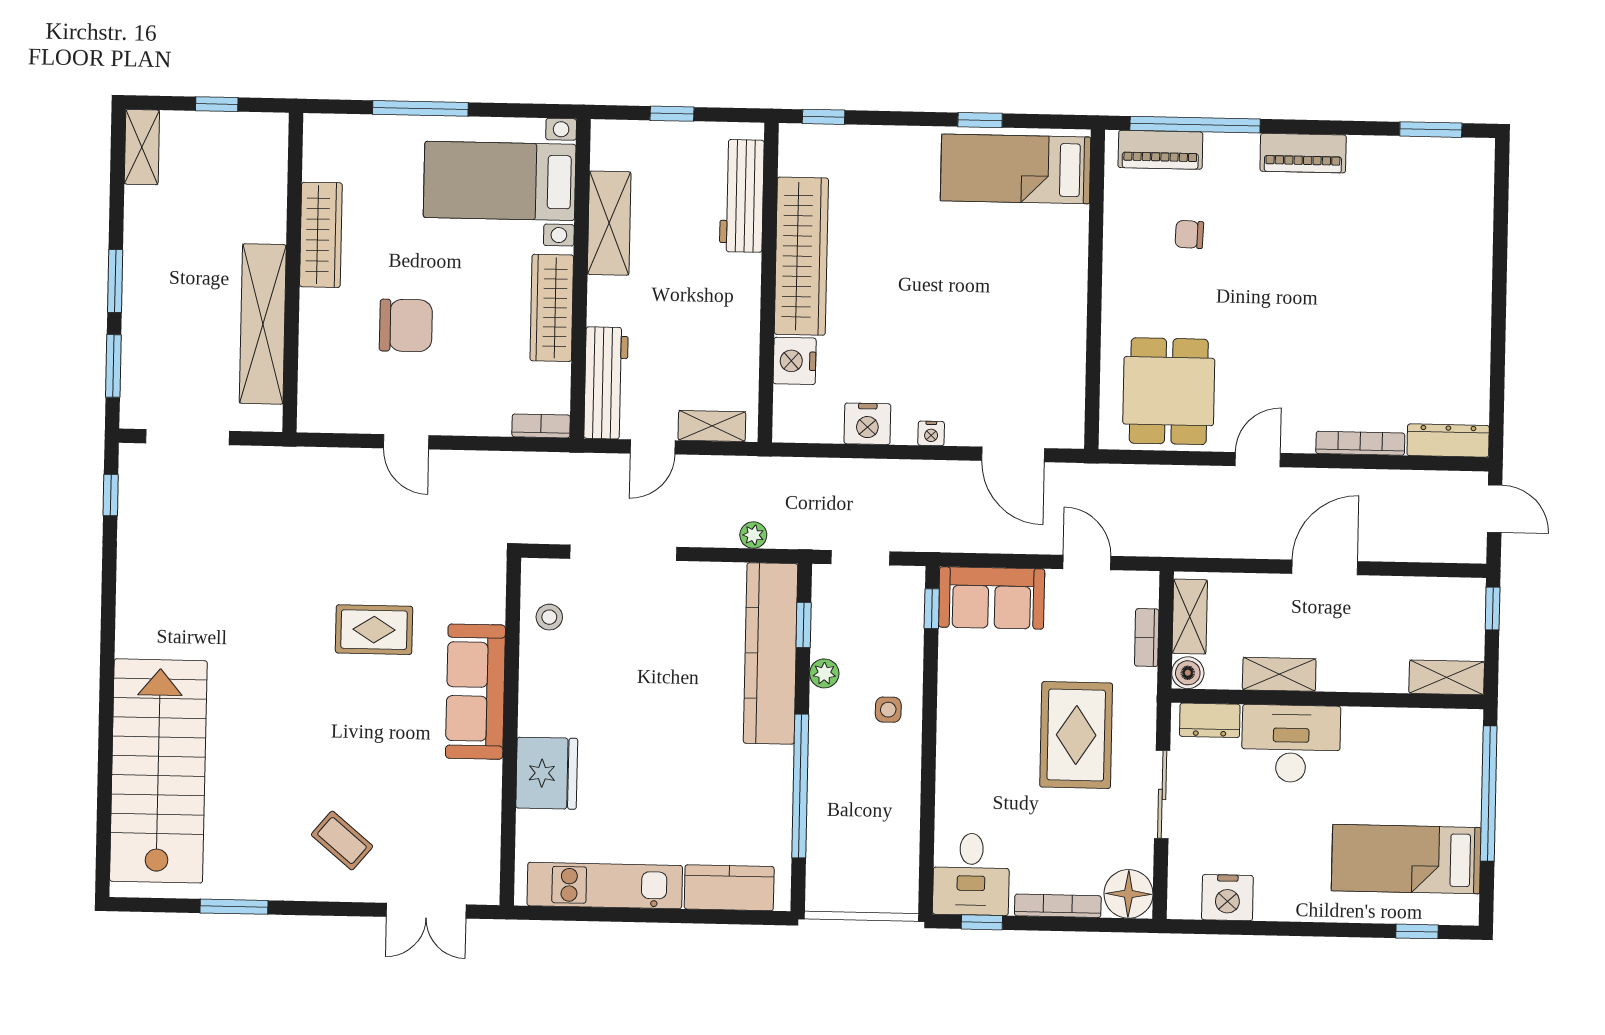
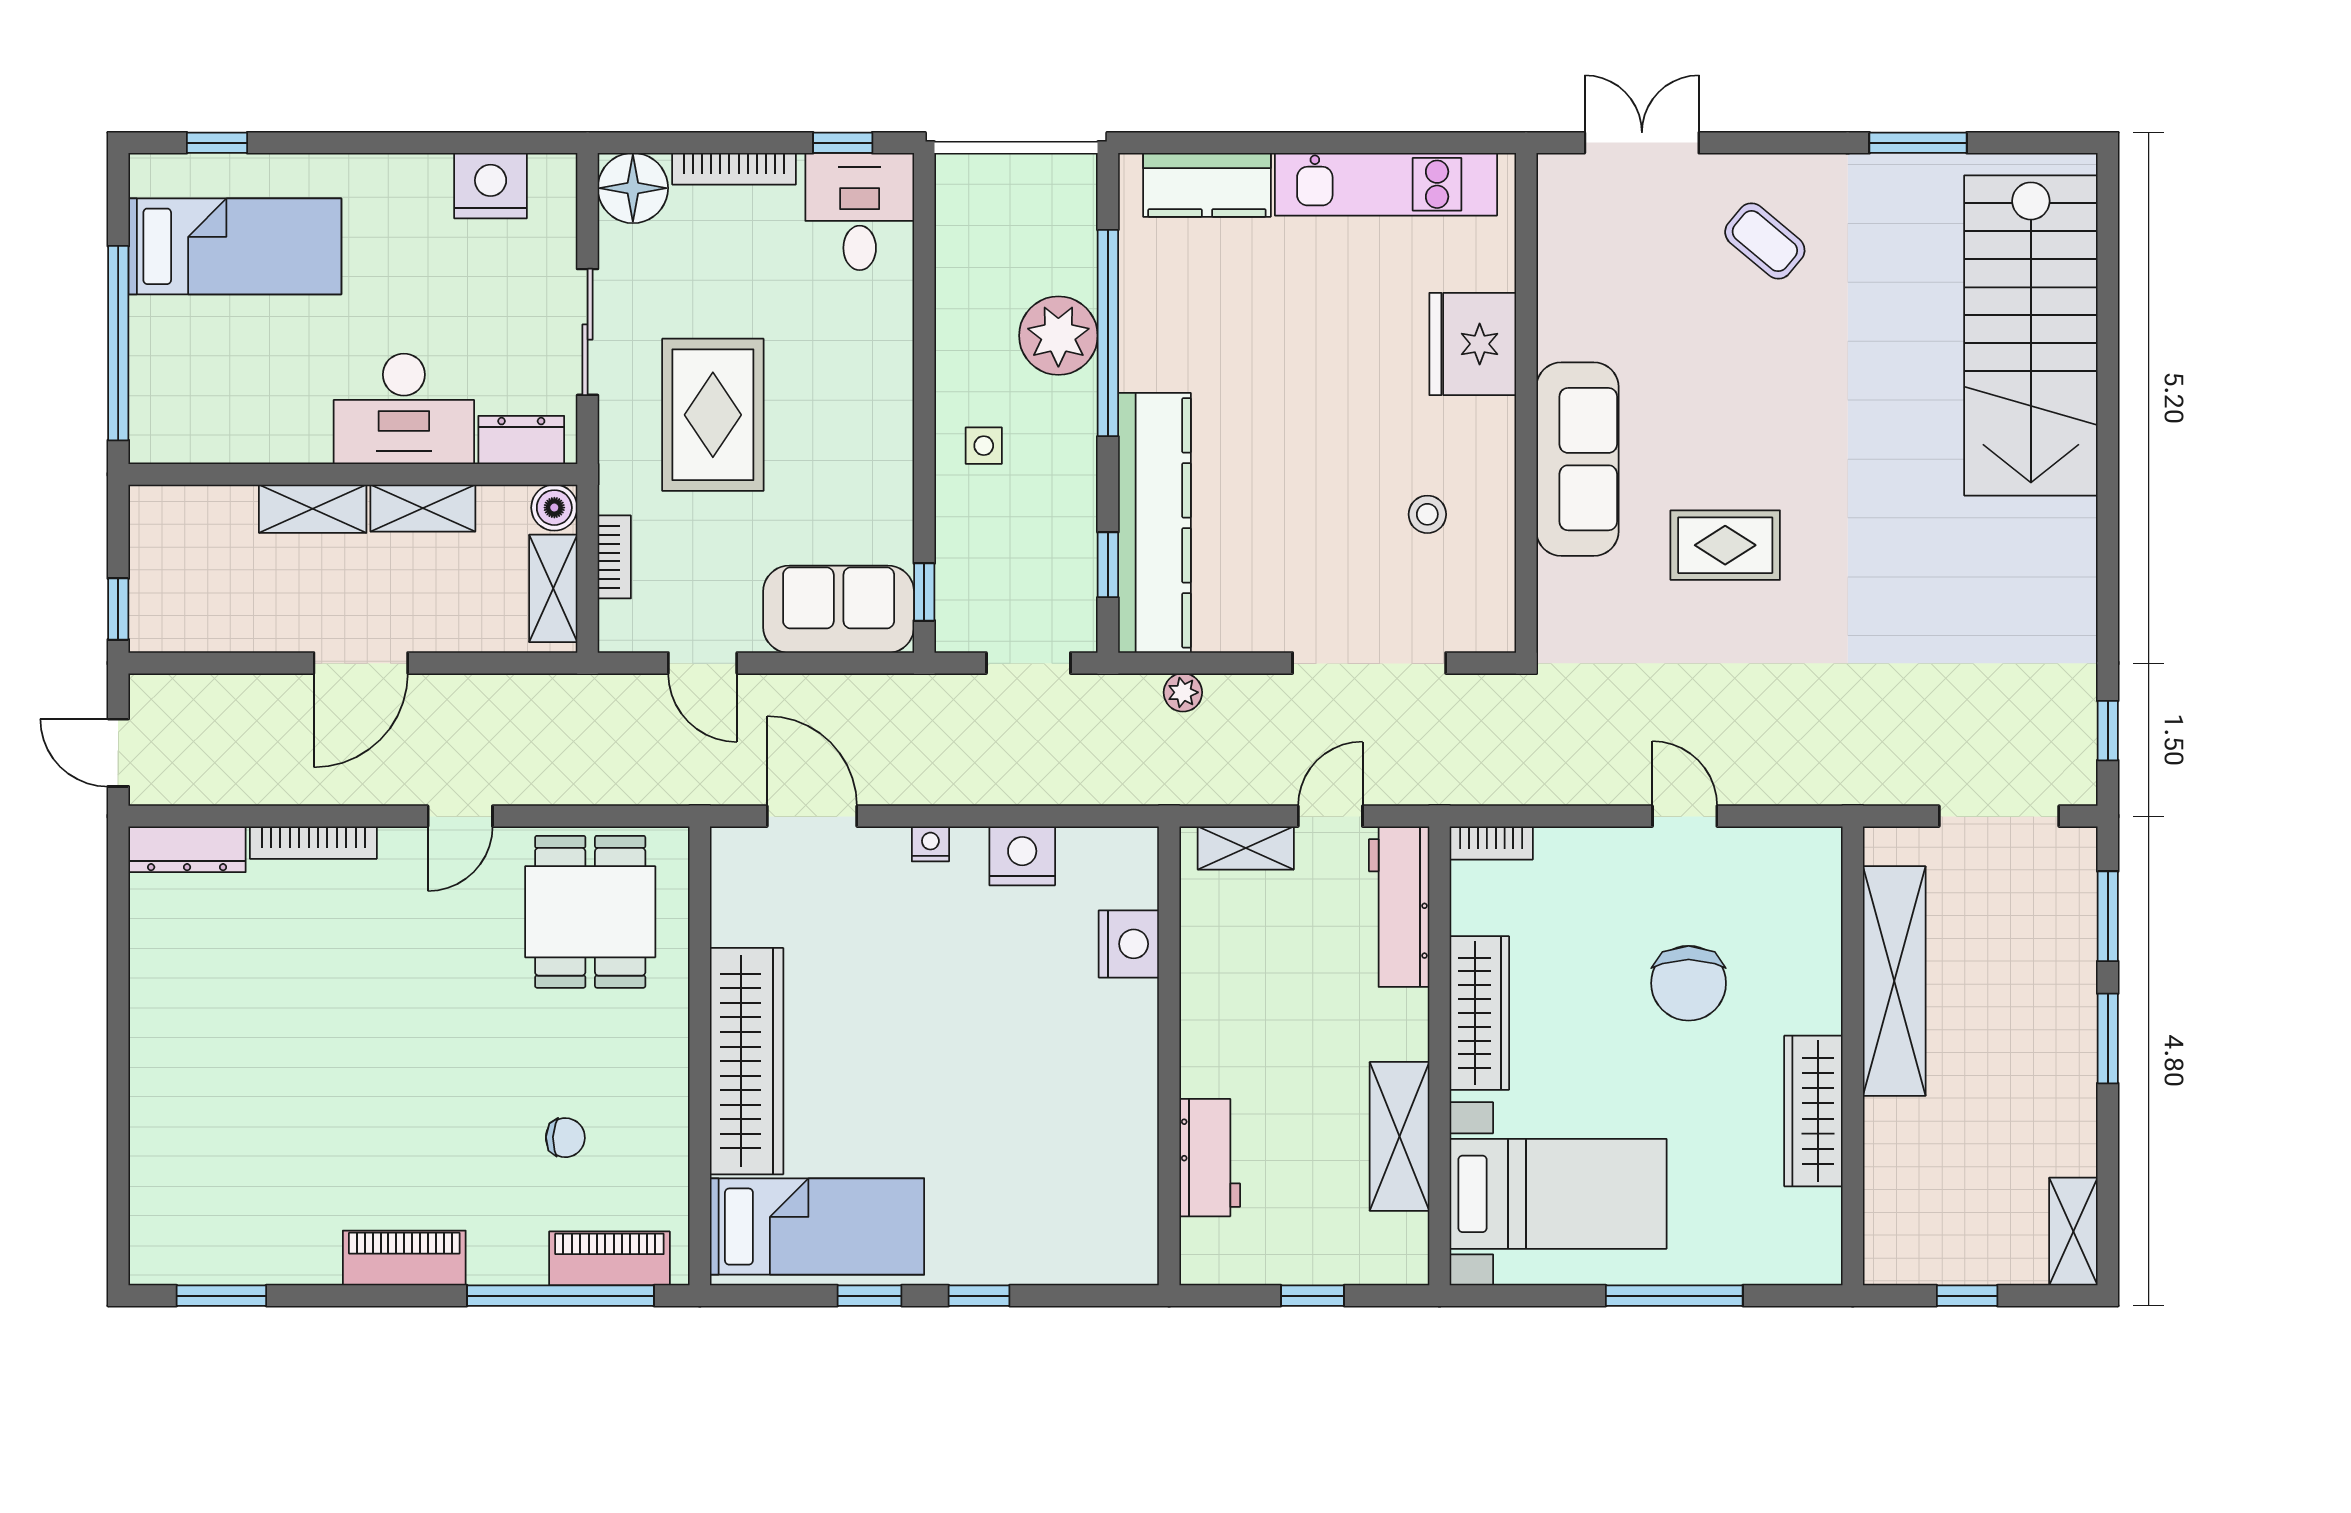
window: (824, 117) -> (979, 1296), moved
workbench: (742, 196) -> (1210, 1158), width x0.73
wardrobe: (801, 256) -> (747, 1061), moved, turned 180
chair: (406, 325) -> (1689, 983), turned -90
stool: (549, 617) -> (1427, 514), moved
plant: (824, 673) -> (1058, 336), moved, width x1.88, depth x1.88
shelving: (1447, 677) -> (313, 509), moved

